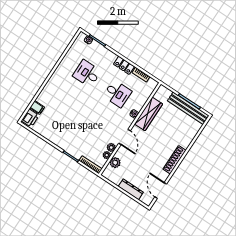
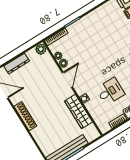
desk: (117, 94) -> (110, 91), turned 180
door: (124, 137) -> (67, 80), swing flipped
plant: (115, 163) -> (41, 49), moved

